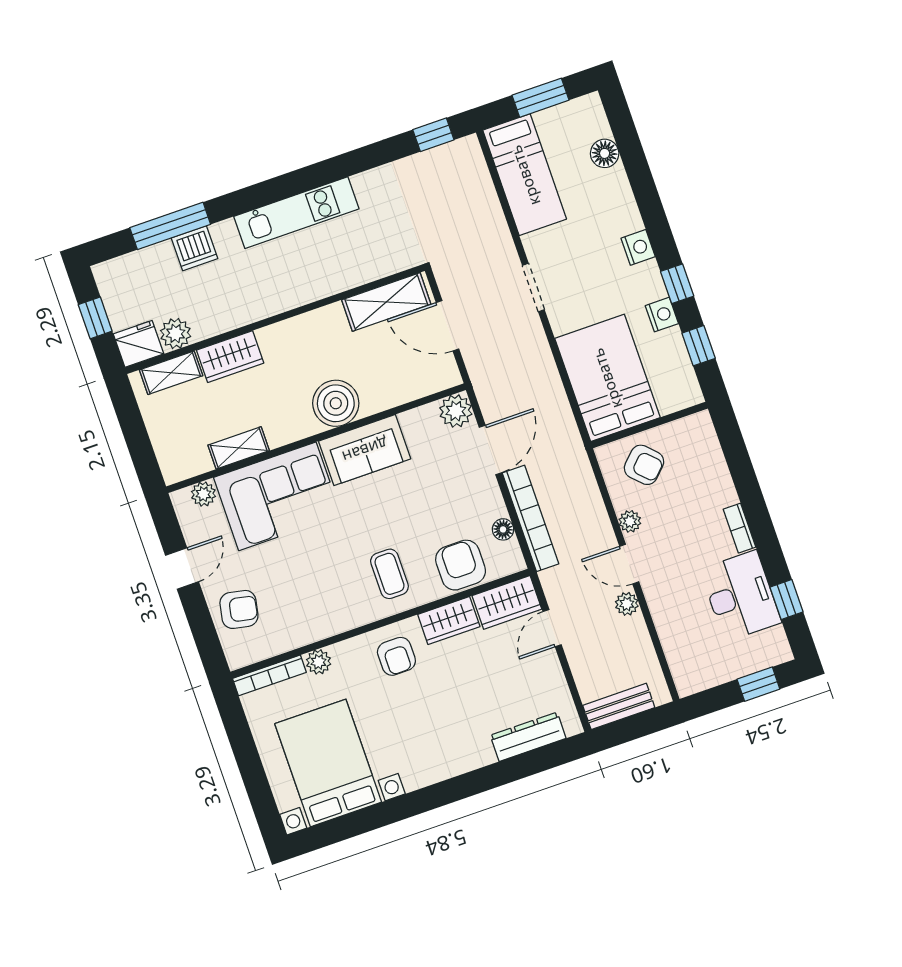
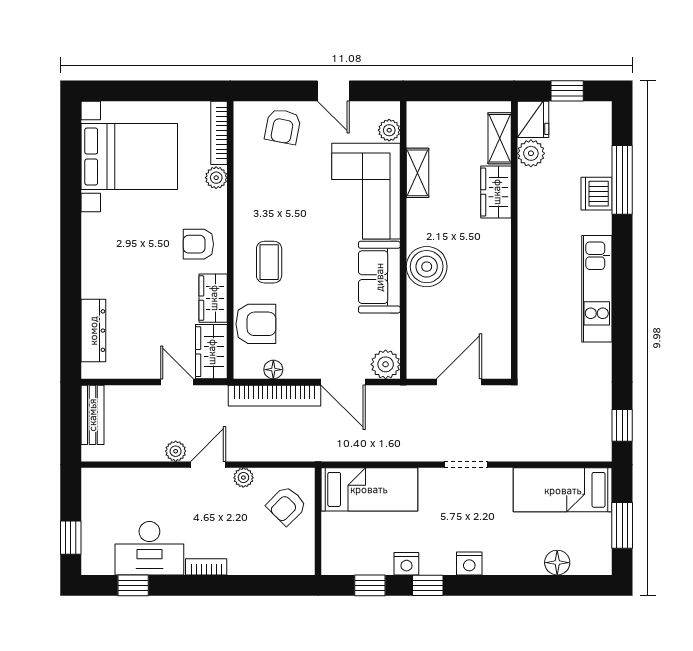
shelving: (386, 302) -> (496, 338), removed
bed: (607, 378) -> (369, 489), width x0.67
coffee table: (389, 574) -> (269, 262), turned 90

